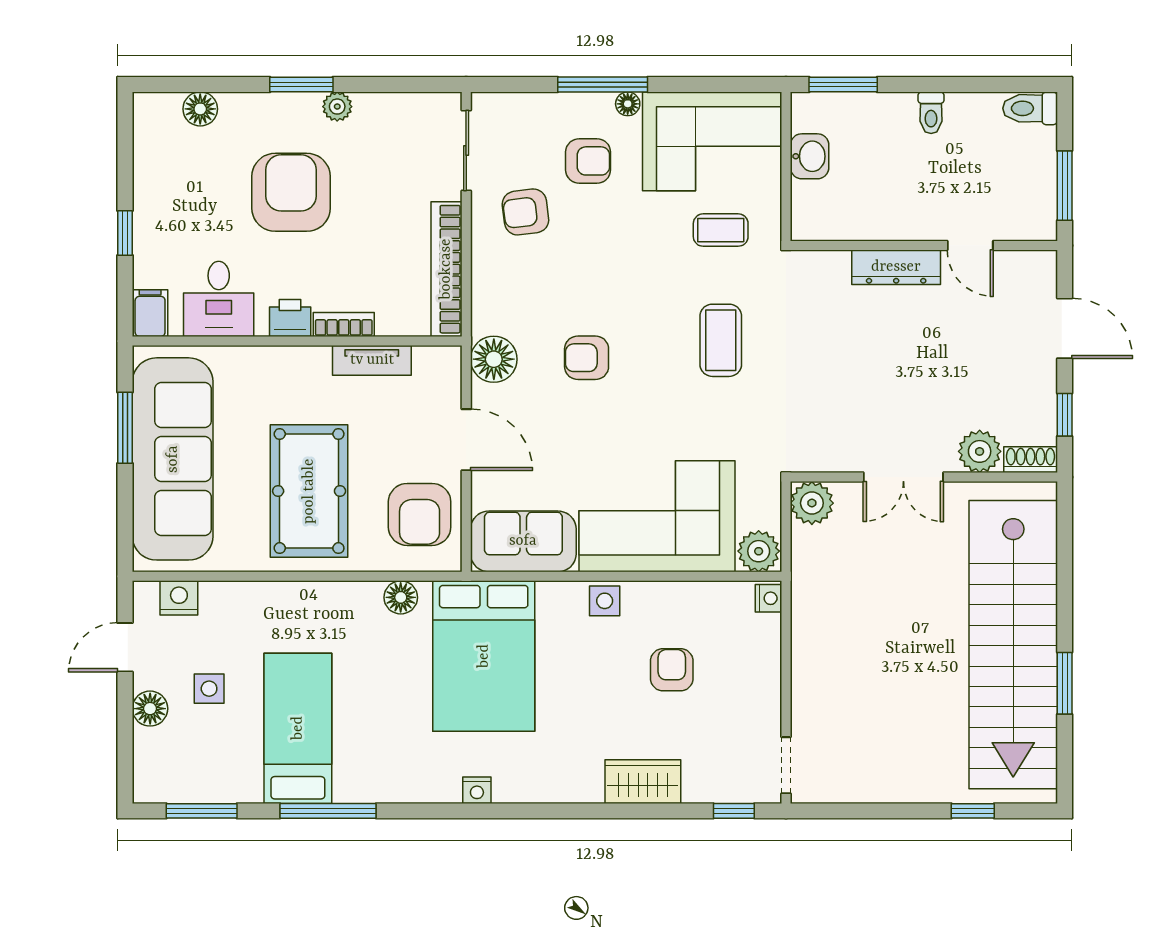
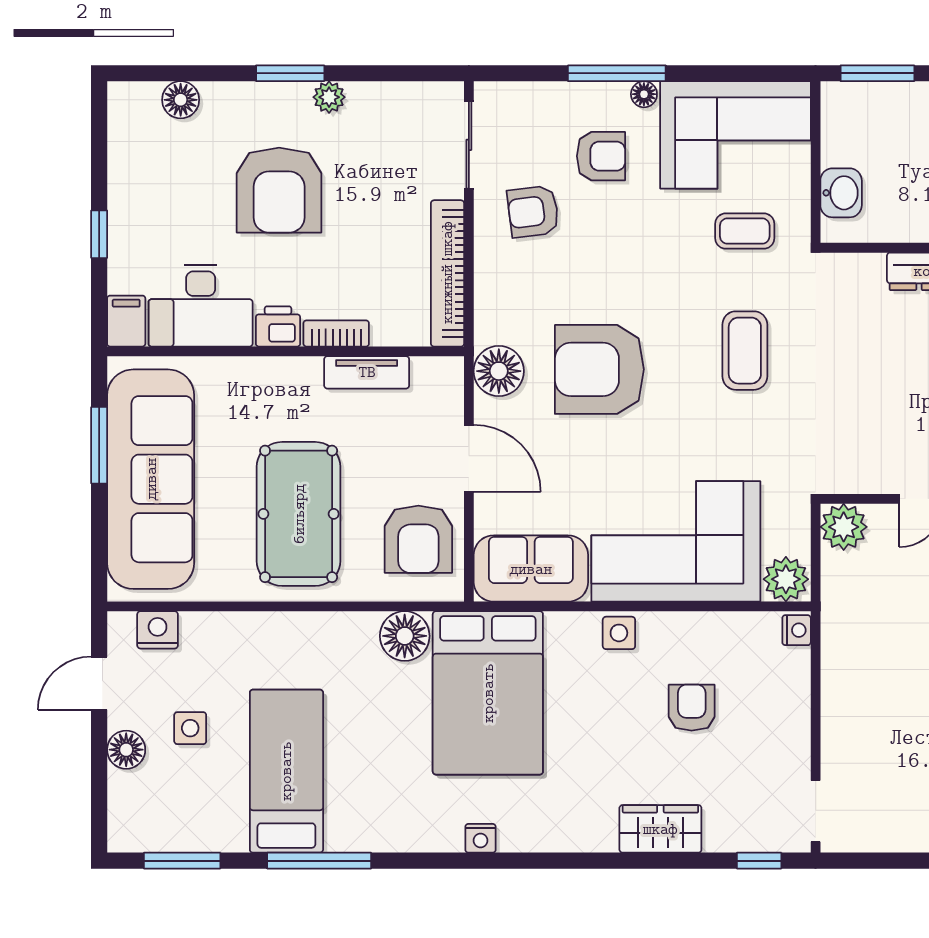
washbasin: (810, 156) -> (841, 193), moved
armchair: (291, 192) -> (279, 190), turned 180
desk: (219, 299) -> (201, 306), width x1.37
armchair: (587, 358) -> (599, 369), width x1.88, depth x1.88
floor lamp: (401, 597) -> (405, 636), width x1.38, depth x1.38

